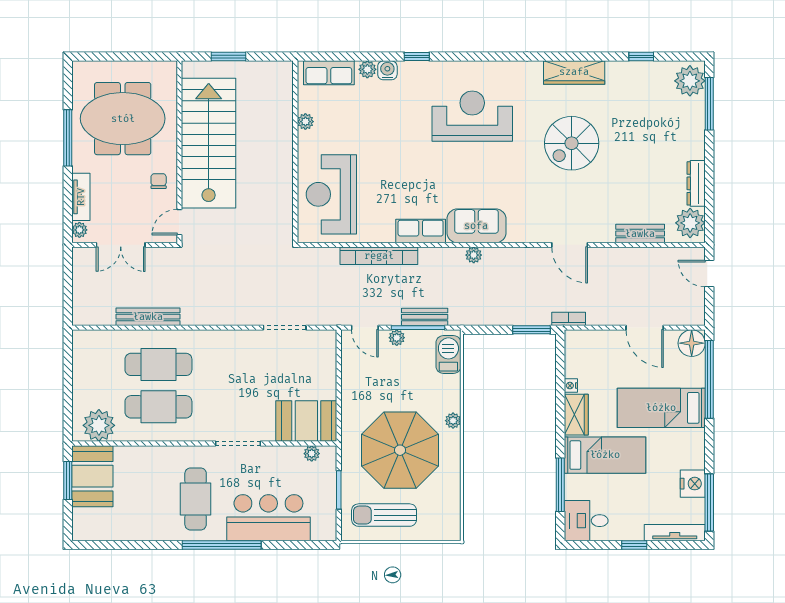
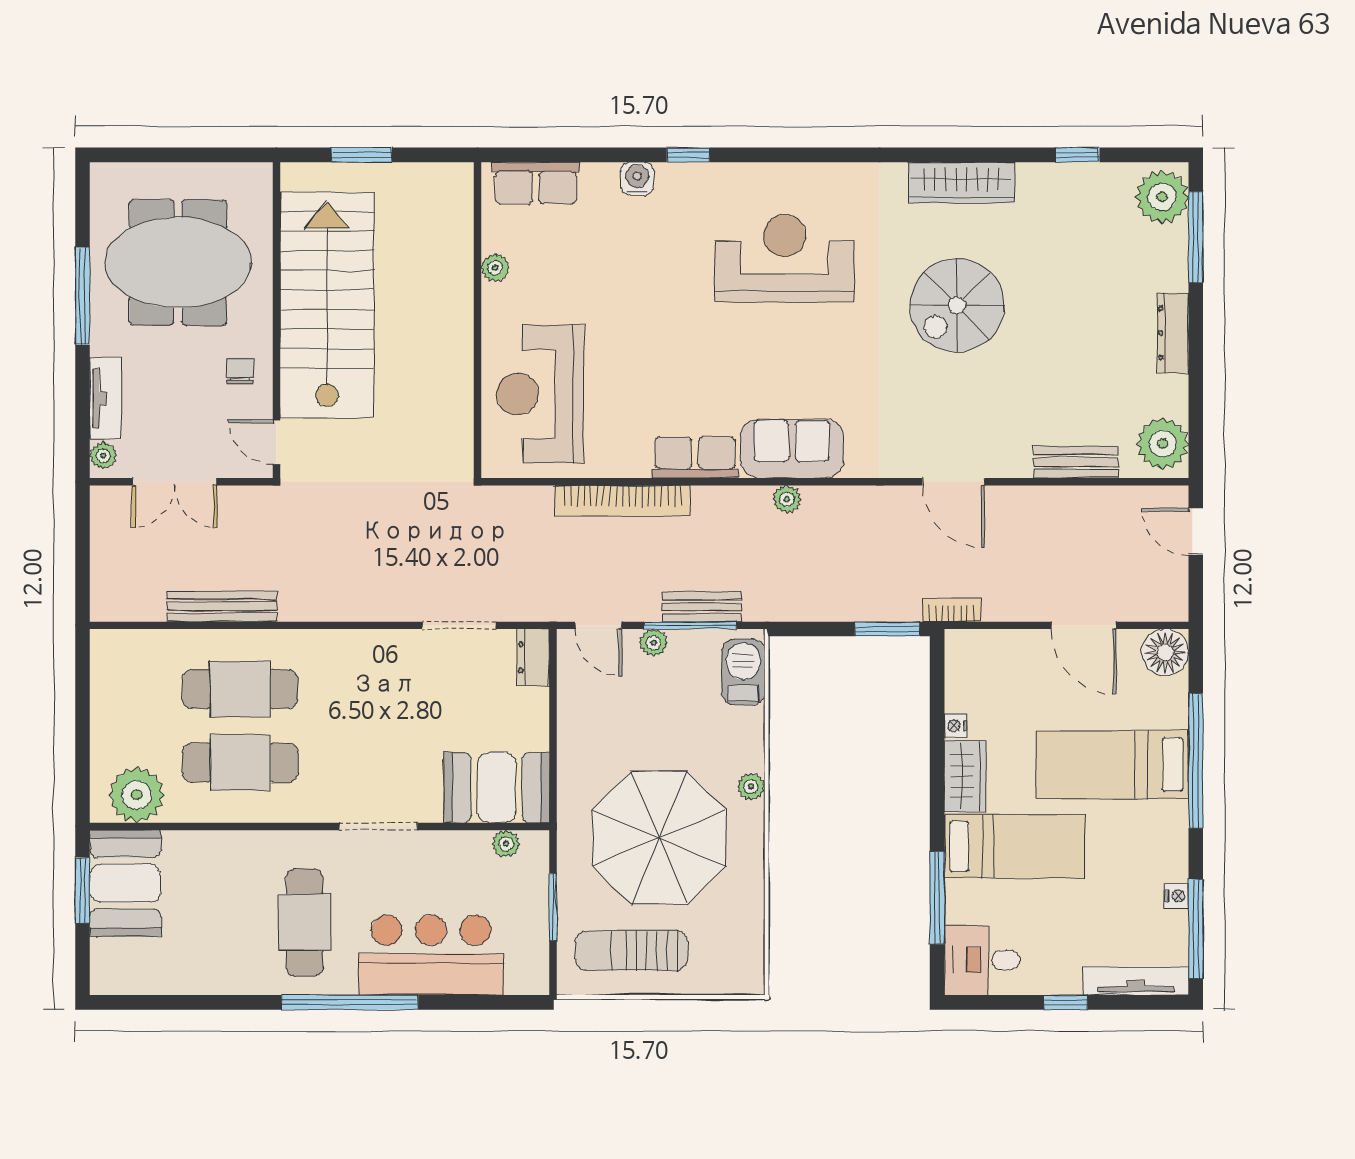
plant: (367, 69) -> (603, 177), removed
dresser: (696, 183) -> (1173, 333), moved
door: (179, 222) -> (276, 442), hinge flipped
dresser: (327, 346) -> (533, 657), added
window: (709, 379) -> (1196, 761), moved
nightstand: (693, 484) -> (1177, 896), width x0.53, depth x0.56

